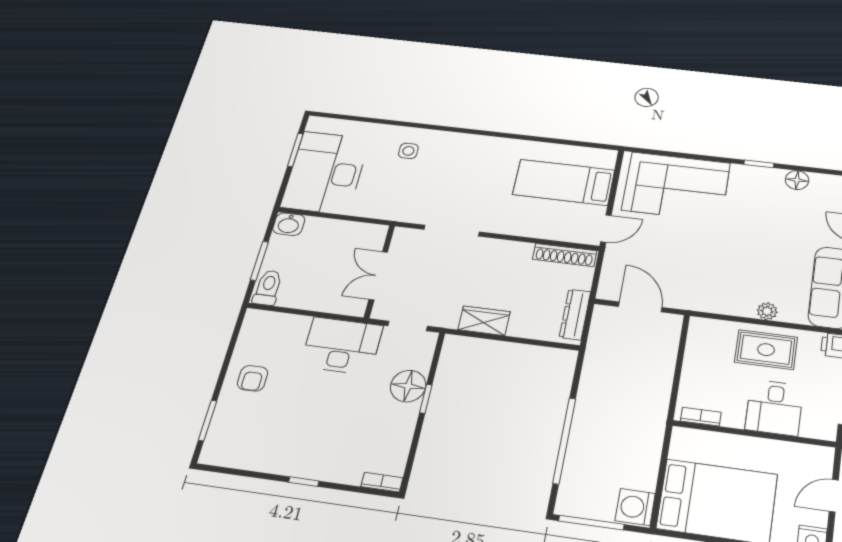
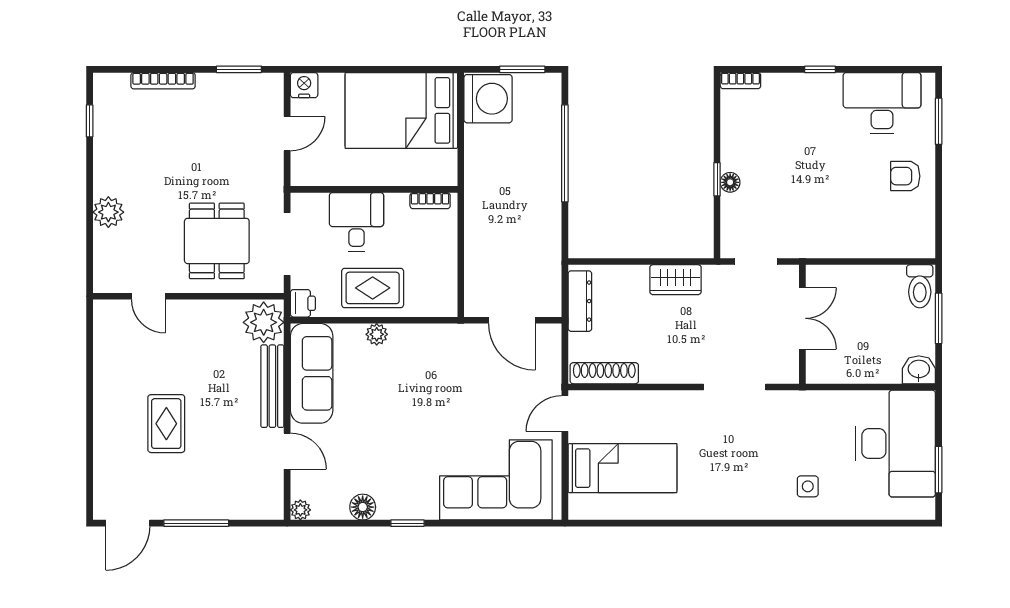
desk: (342, 346) -> (882, 103), moved, turned 180
armchair: (253, 378) -> (905, 176), turned -90
floor lamp: (408, 386) -> (730, 182), width x0.53, depth x0.53
washing machine: (635, 507) -> (488, 99), width x1.37, depth x1.37
window: (591, 523) -> (522, 69), width x0.69

